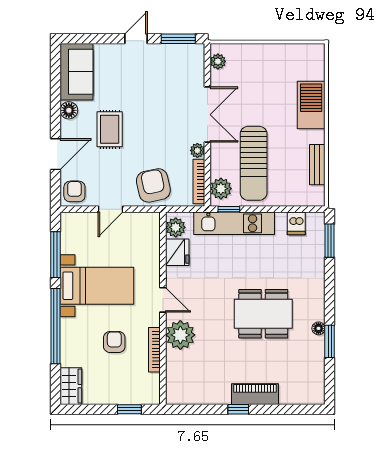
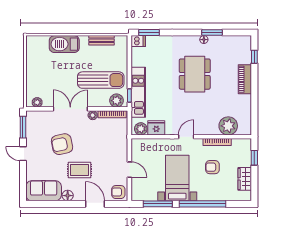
armchair: (153, 185) -> (62, 144), moved
dishwasher: (296, 223) -> (138, 41), moved
plant: (180, 335) -> (228, 126), moved
wardrobe: (71, 386) -> (245, 179), moved, turned -90
window: (238, 409) -> (254, 57), moved

